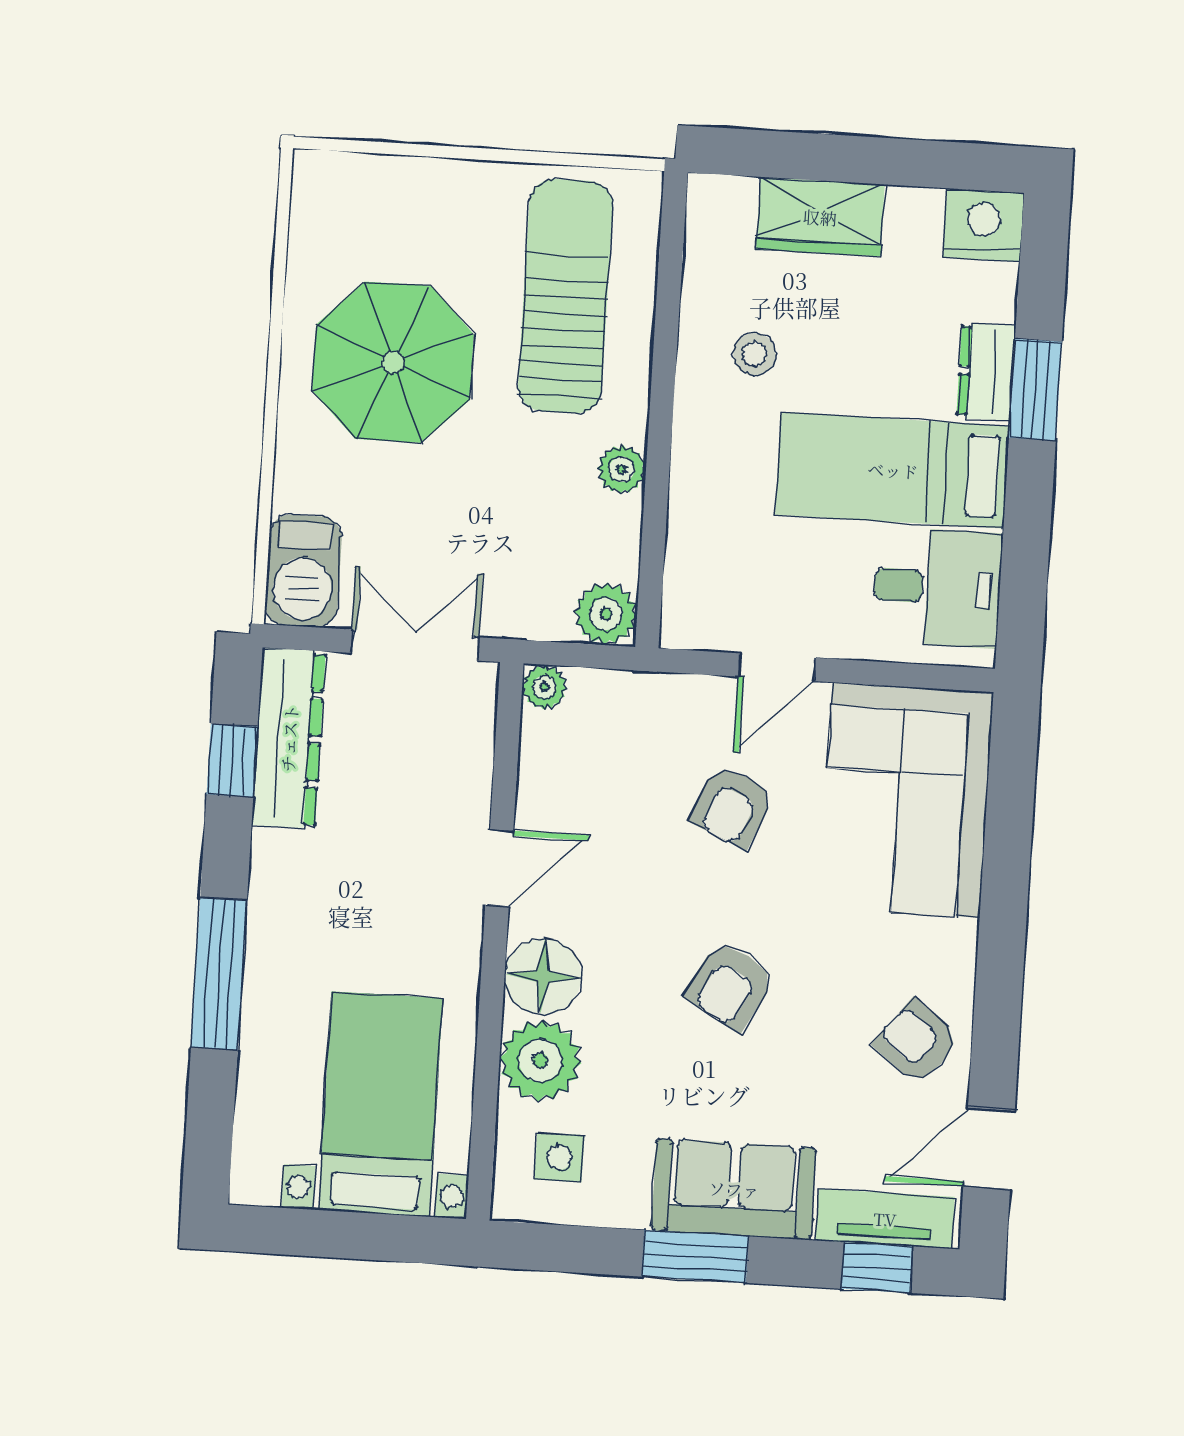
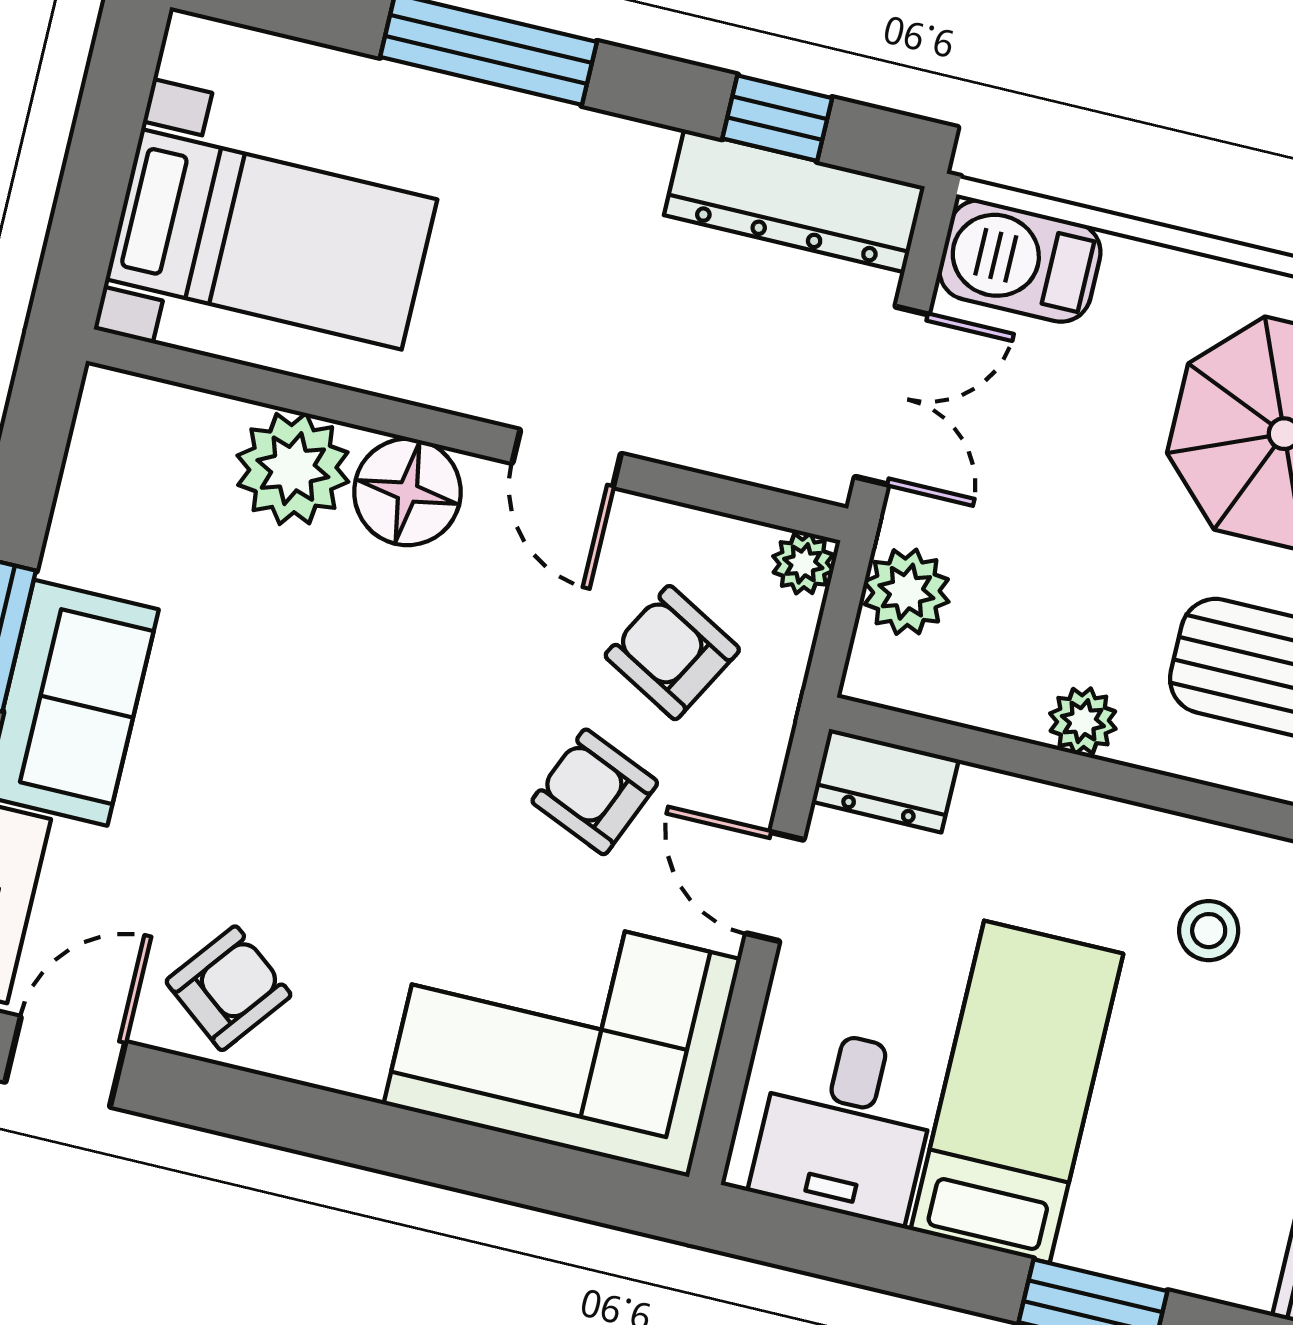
dresser: (986, 372) -> (885, 781), moved, turned 180
plant: (606, 614) -> (906, 592), moved
armchair: (730, 986) -> (672, 653), moved
door: (989, 1148) -> (65, 1062), hinge flipped
side table: (559, 1157) -> (156, 471), removed

